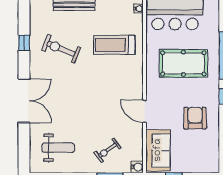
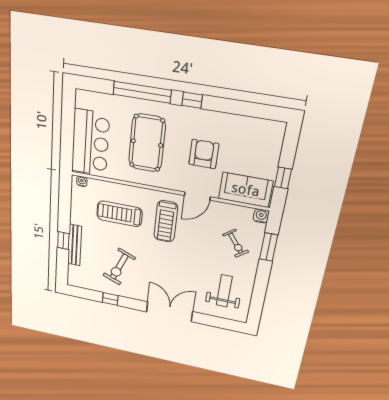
treadmill: (114, 45) -> (119, 214), turned 90
treadmill: (116, 87) -> (166, 221), added
armchair: (195, 118) -> (204, 154), moved, turned 90

